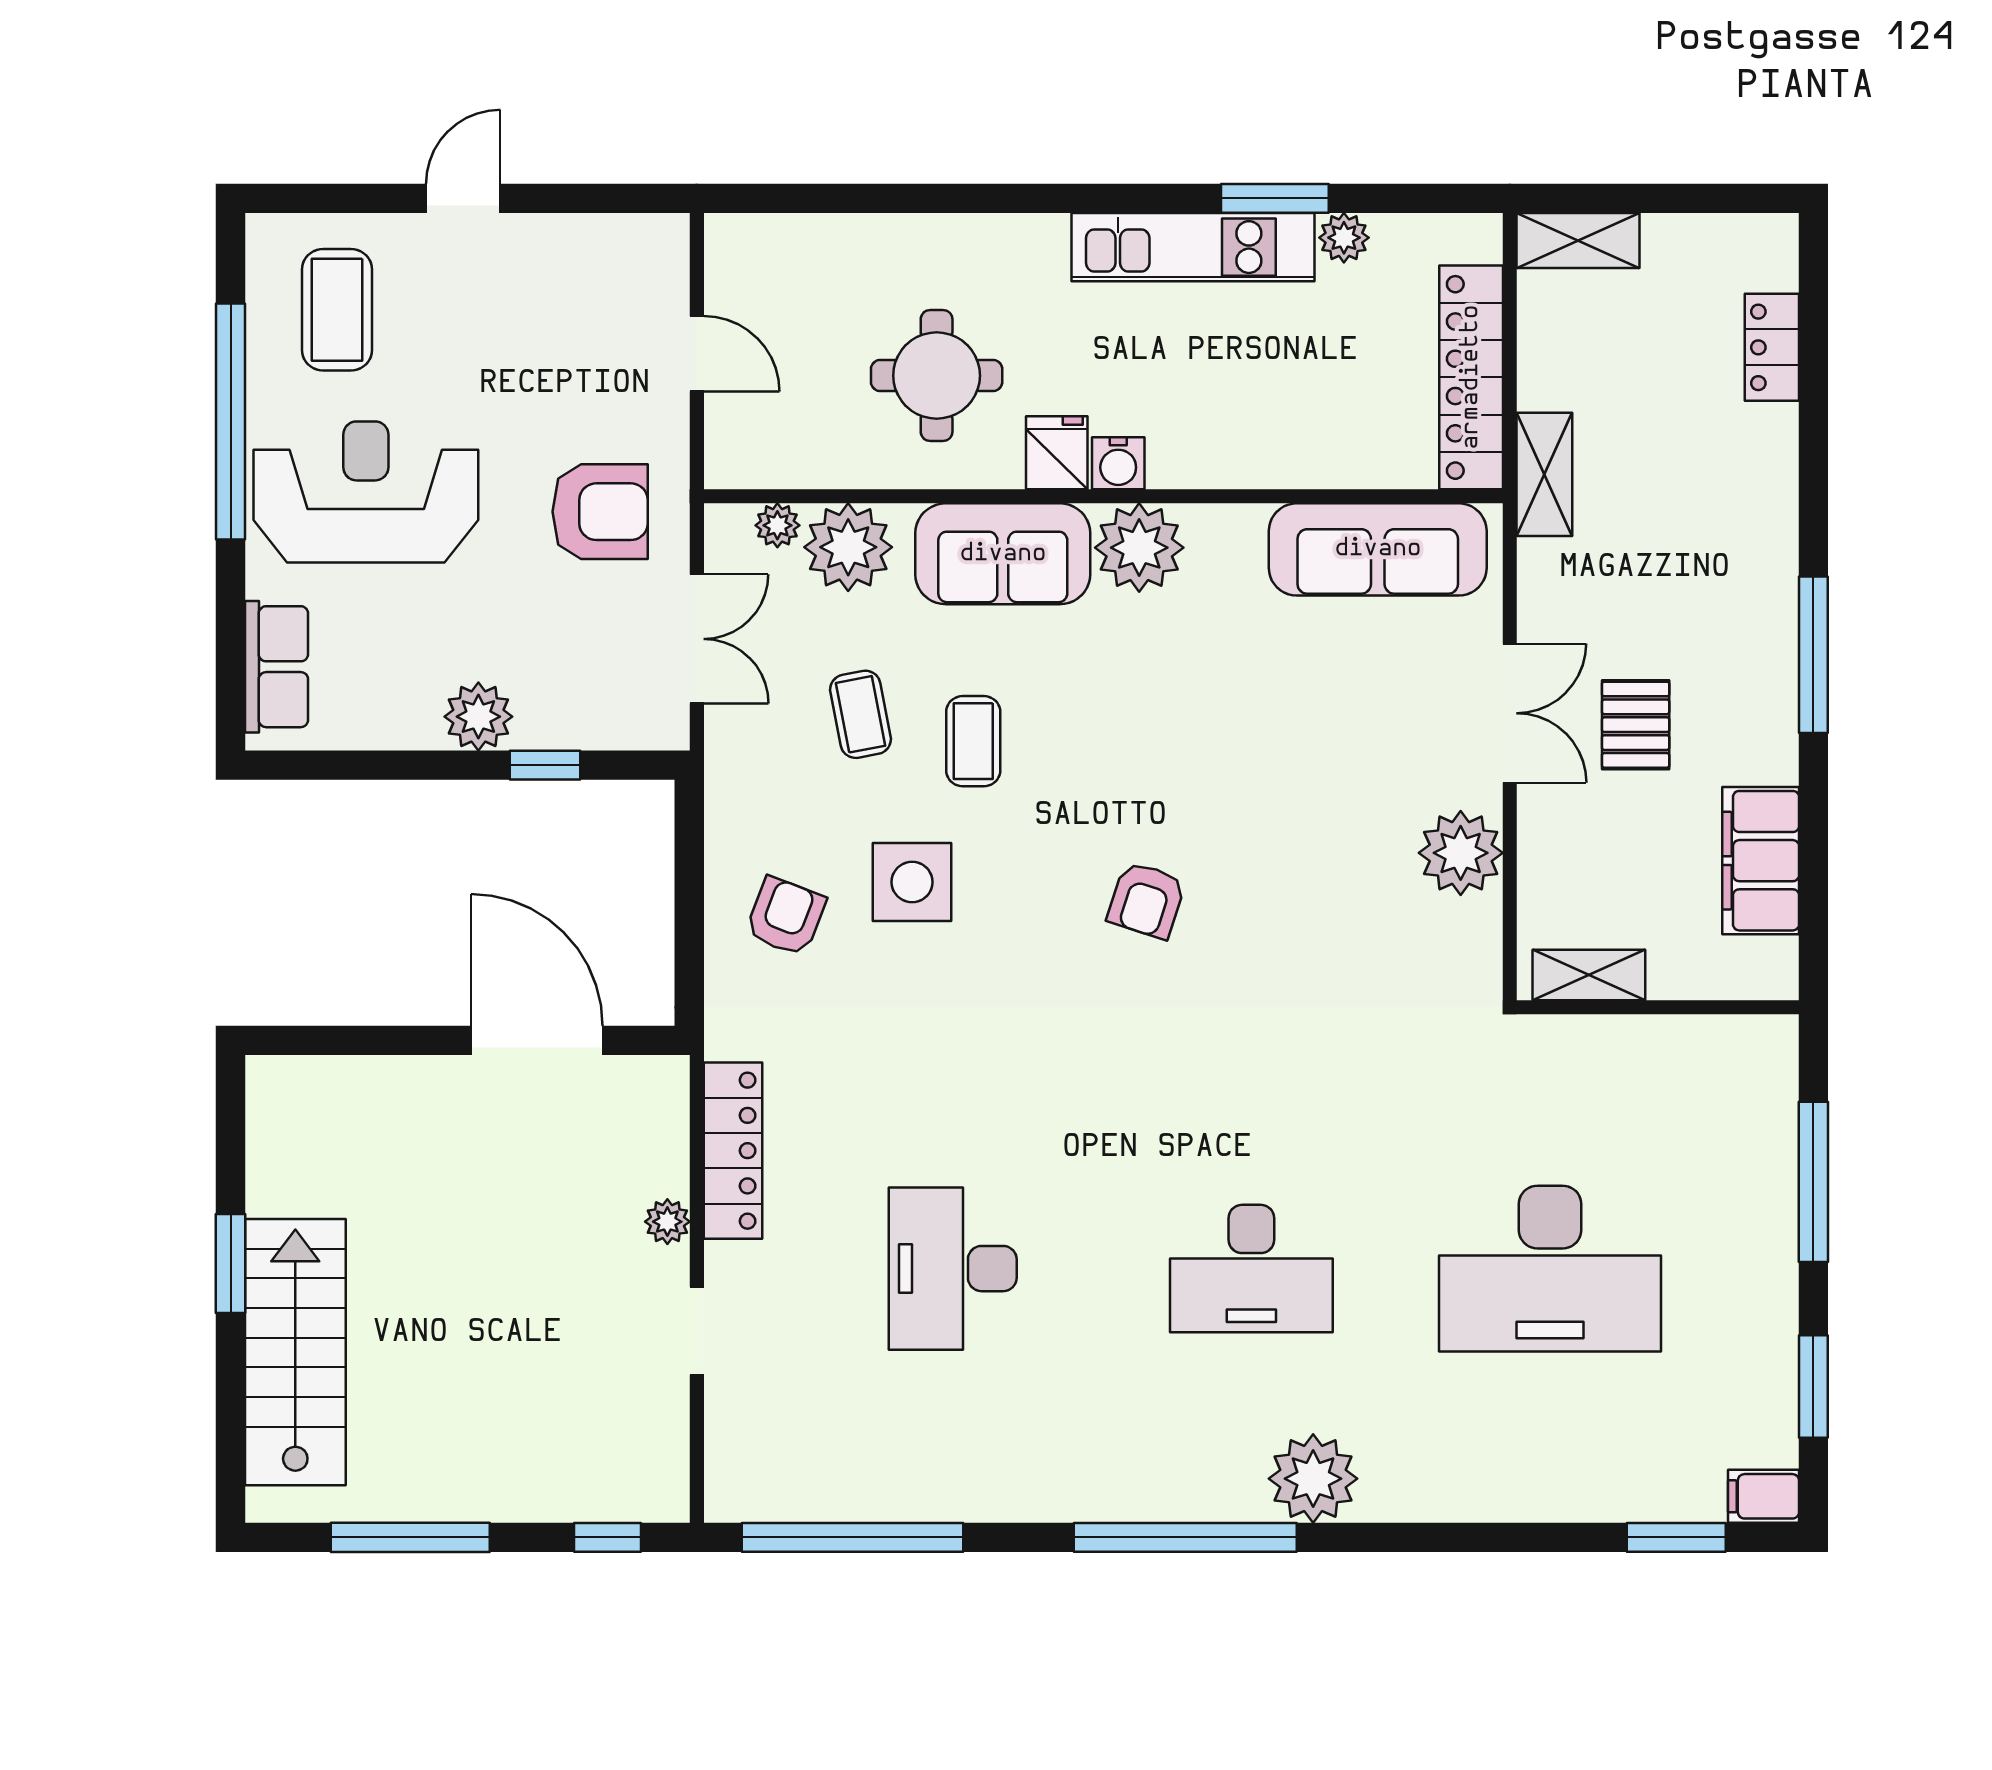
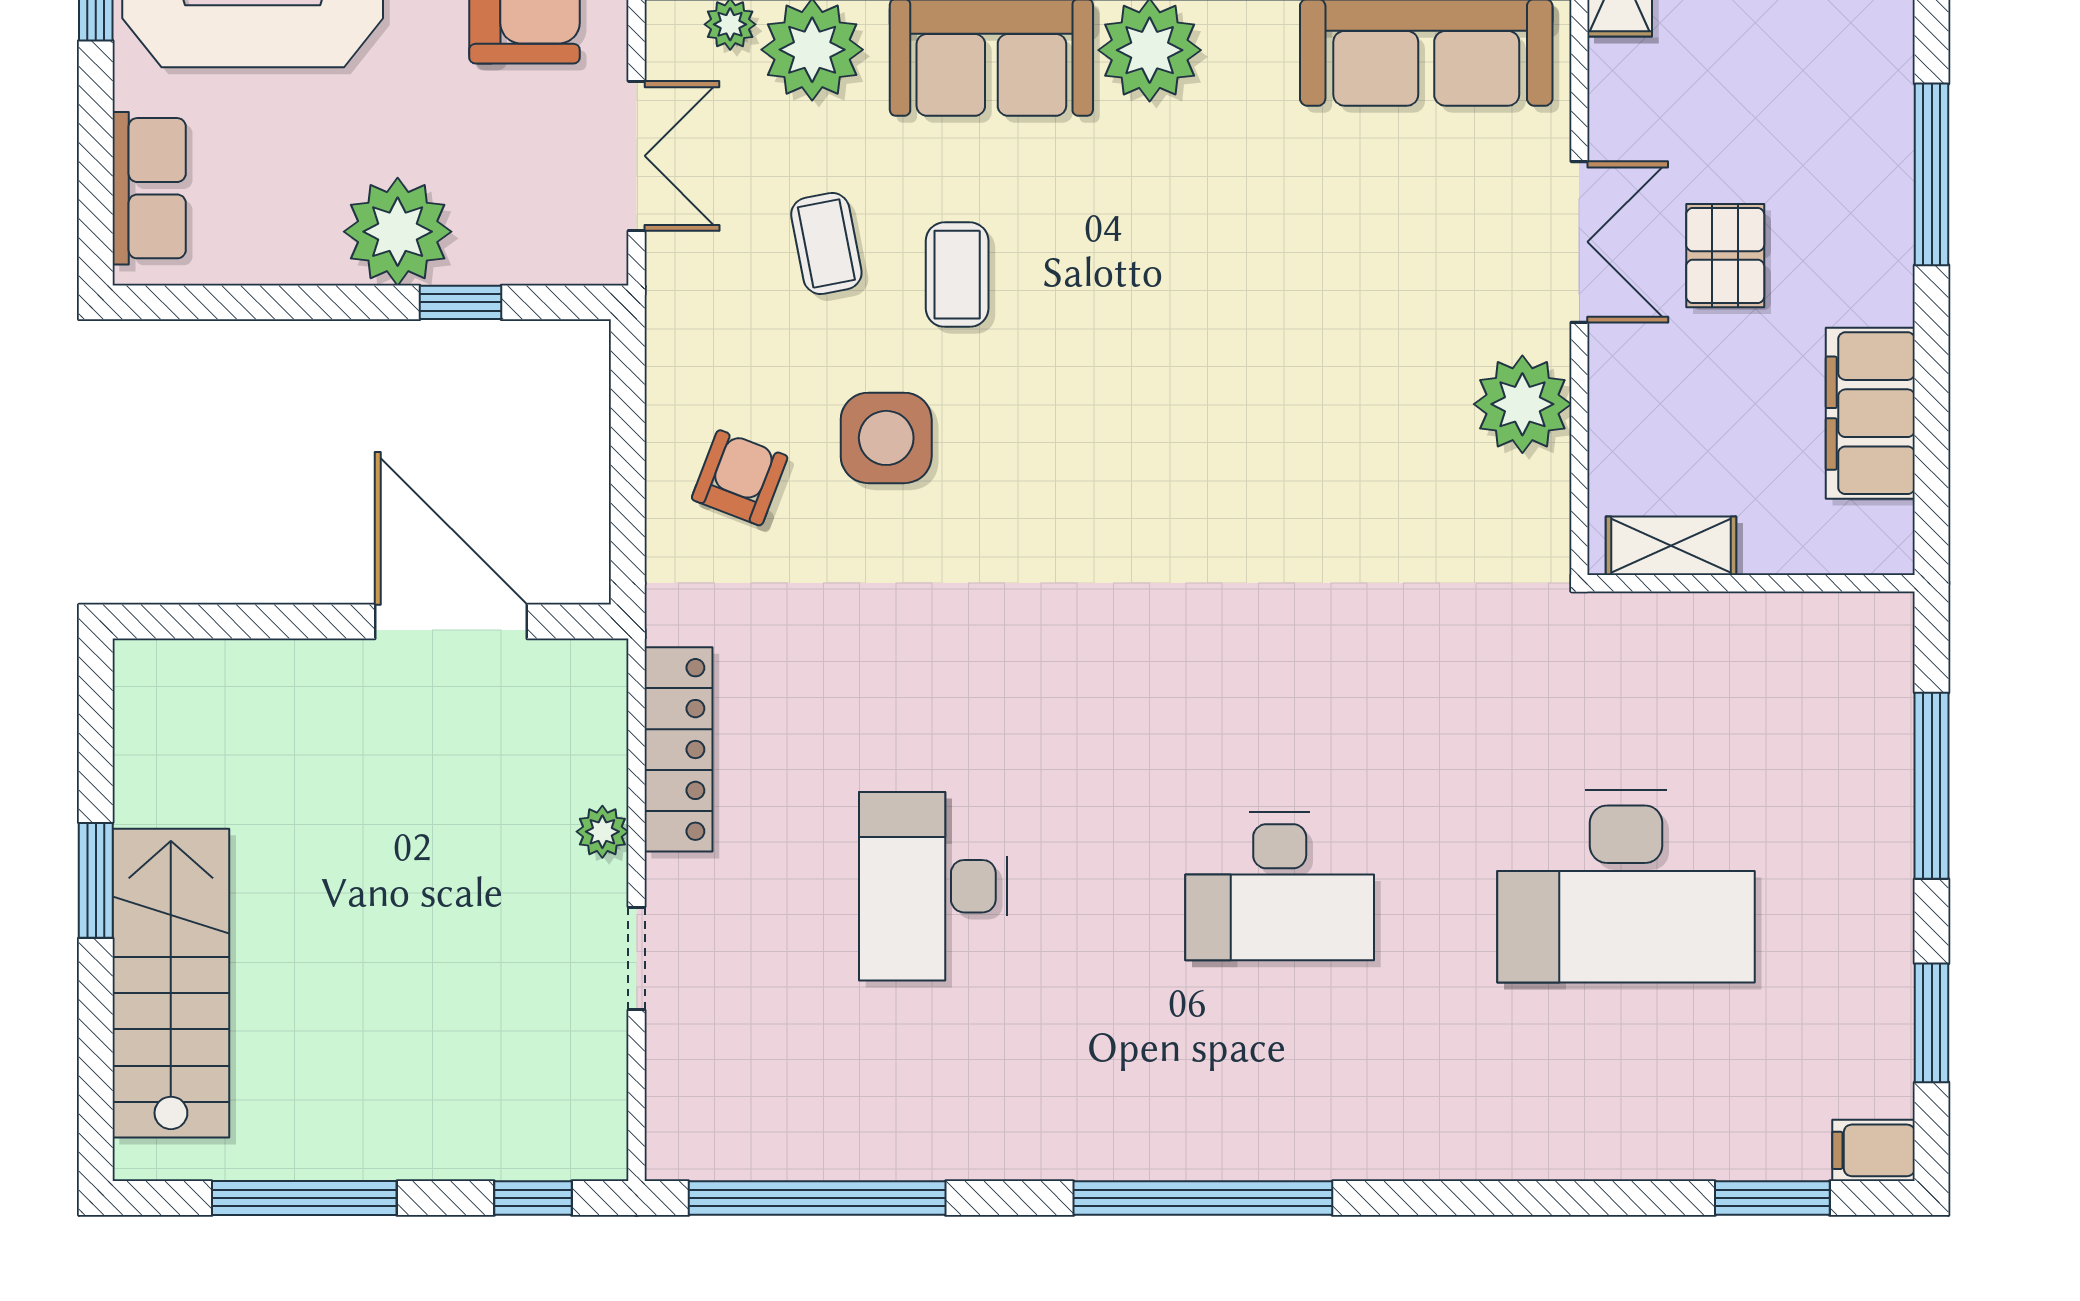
plant: (478, 717) -> (398, 232), width x1.36, depth x1.36
armchair: (1146, 900) -> (1158, 459), removed
plant: (1313, 1479) -> (1351, 1130), removed

